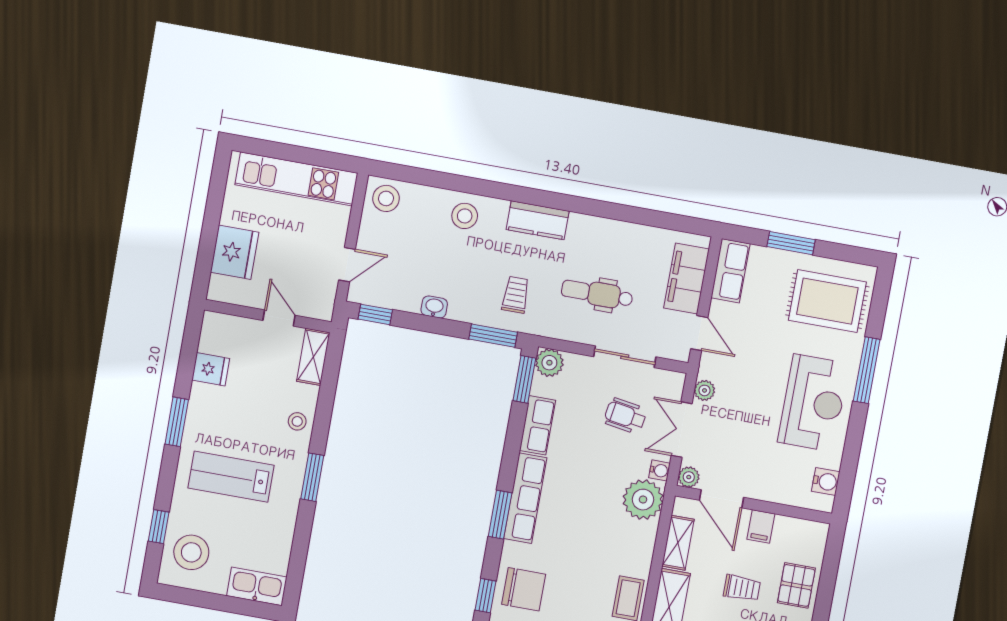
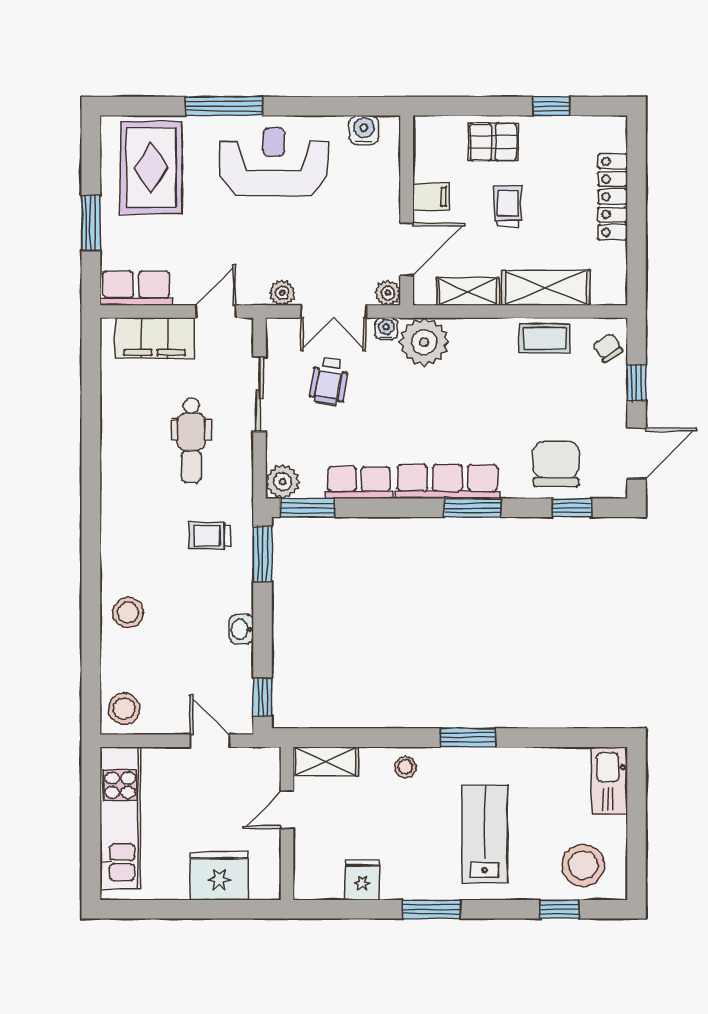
kitchen counter: (538, 220) -> (118, 526), removed
lab bench: (231, 477) -> (485, 834), turned 180

